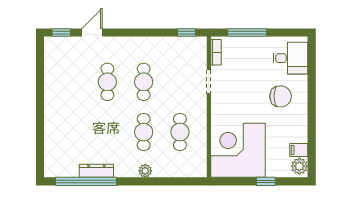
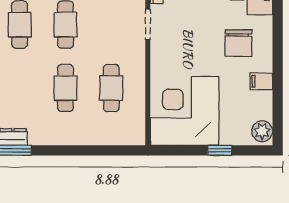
chair: (281, 96) -> (238, 43), turned 90
filing cabinet: (299, 150) -> (261, 81), moved
plant: (145, 171) -> (67, 137), removed

